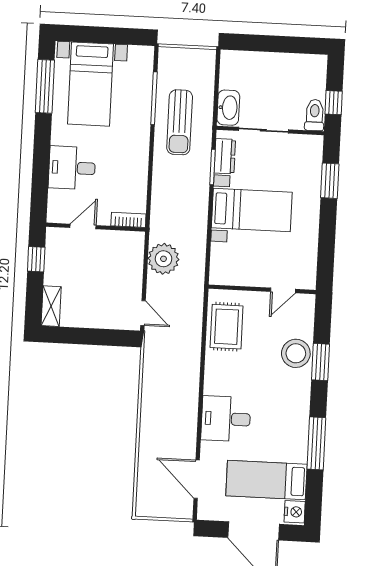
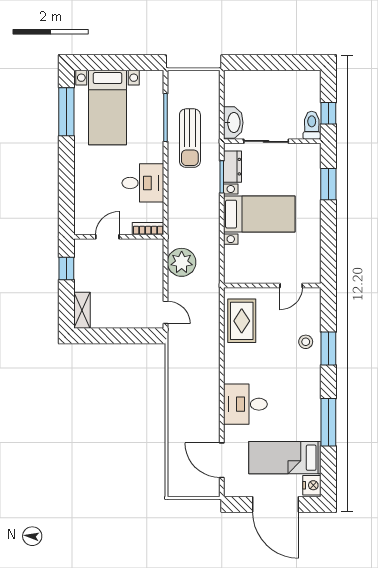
desk: (72, 168) -> (143, 183), moved, turned 180
stool: (296, 353) -> (306, 342), width x0.53, depth x0.53

